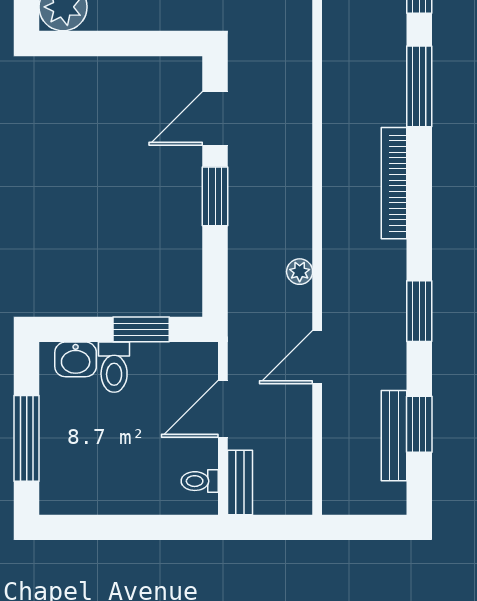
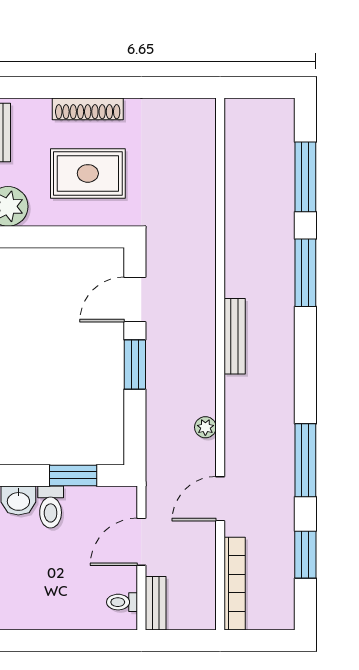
bookcase: (394, 183) -> (235, 584), moved, turned 180
window: (419, 311) -> (305, 460), width x1.44
bench: (394, 436) -> (235, 336), moved

